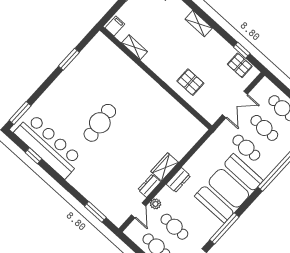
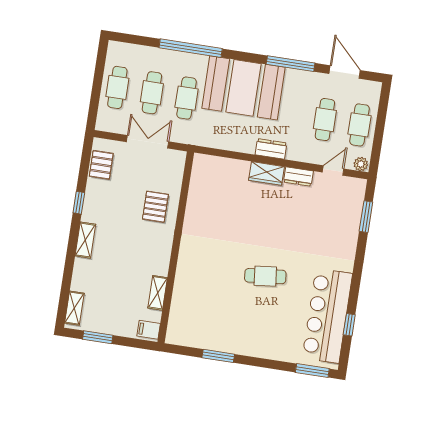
window: (242, 50) -> (79, 203), moved
cafe table: (100, 123) -> (265, 276), width x0.73, depth x0.74
plant: (155, 204) -> (361, 164), moved

